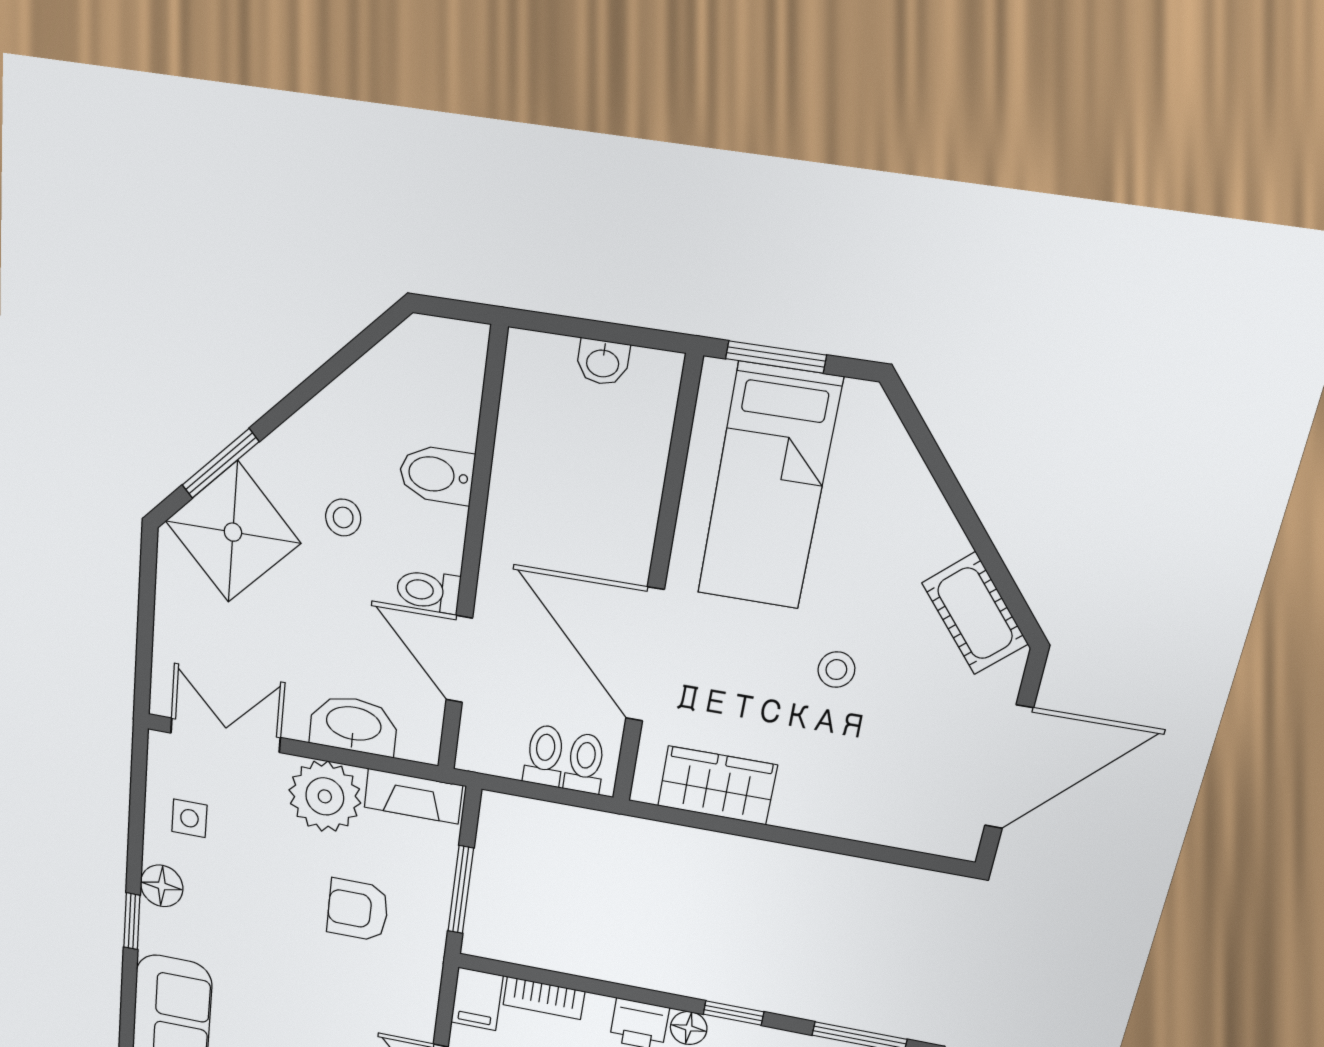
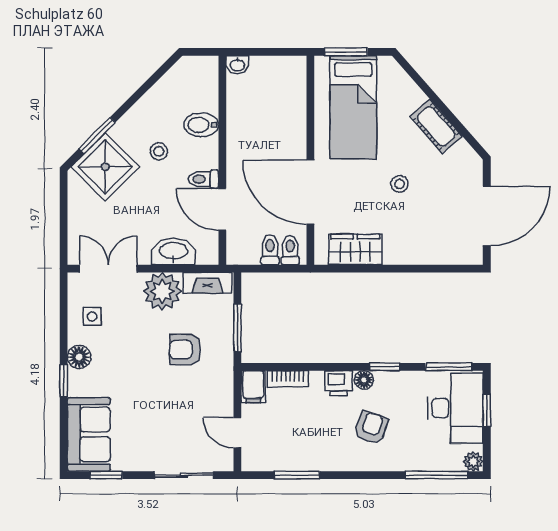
washbasin: (603, 362) -> (237, 65), moved
cot: (975, 613) -> (436, 126), moved

